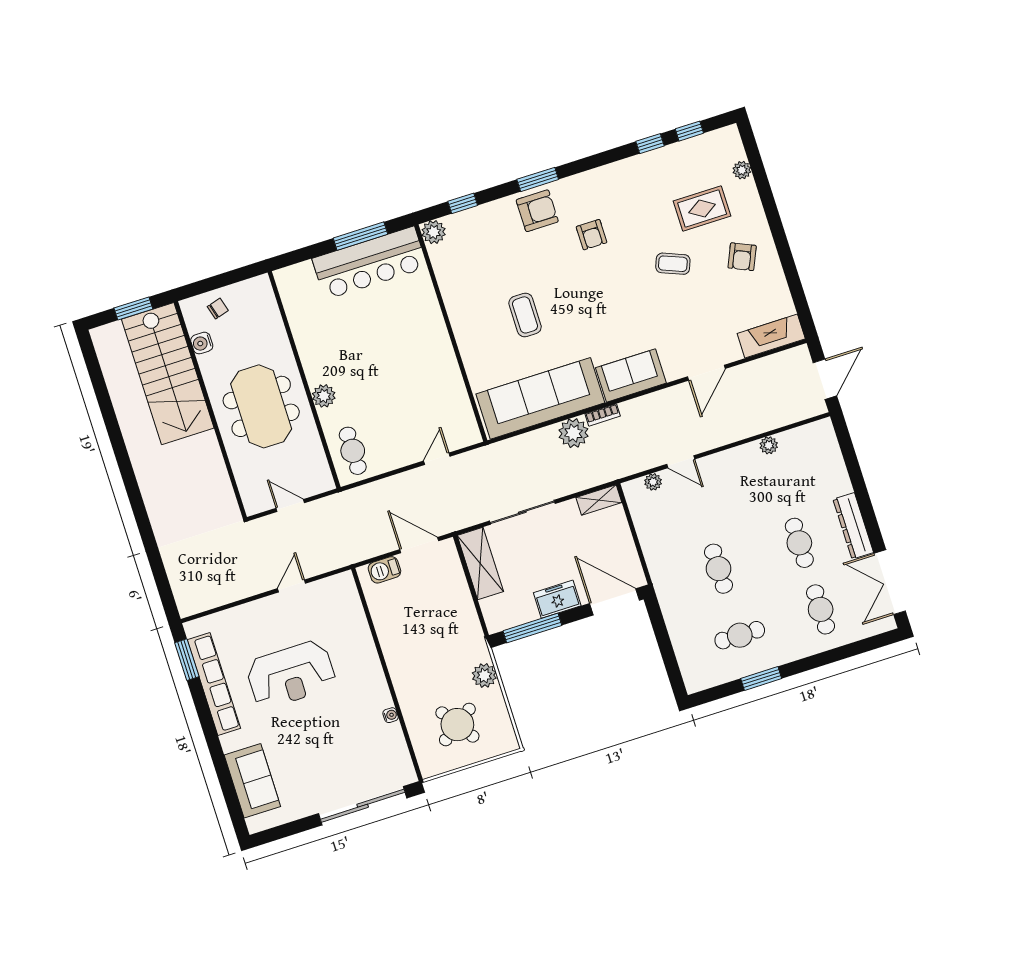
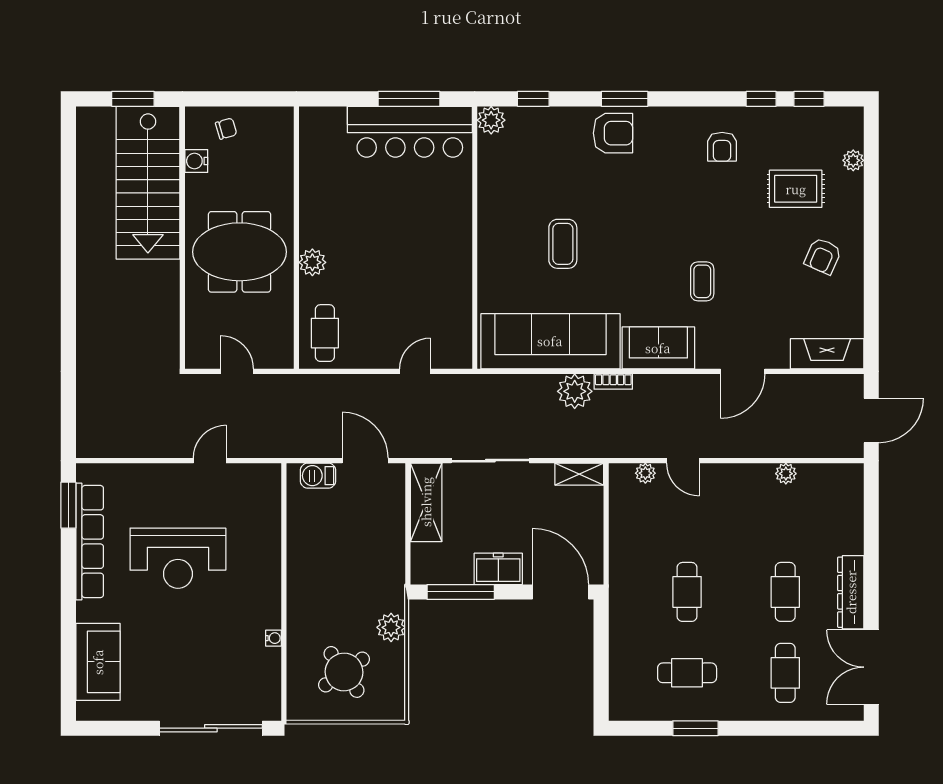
armchair: (592, 235) -> (722, 147), moved
coffee table: (673, 264) -> (702, 281), moved, turned 68
meeting table: (261, 406) -> (240, 252), turned 90

